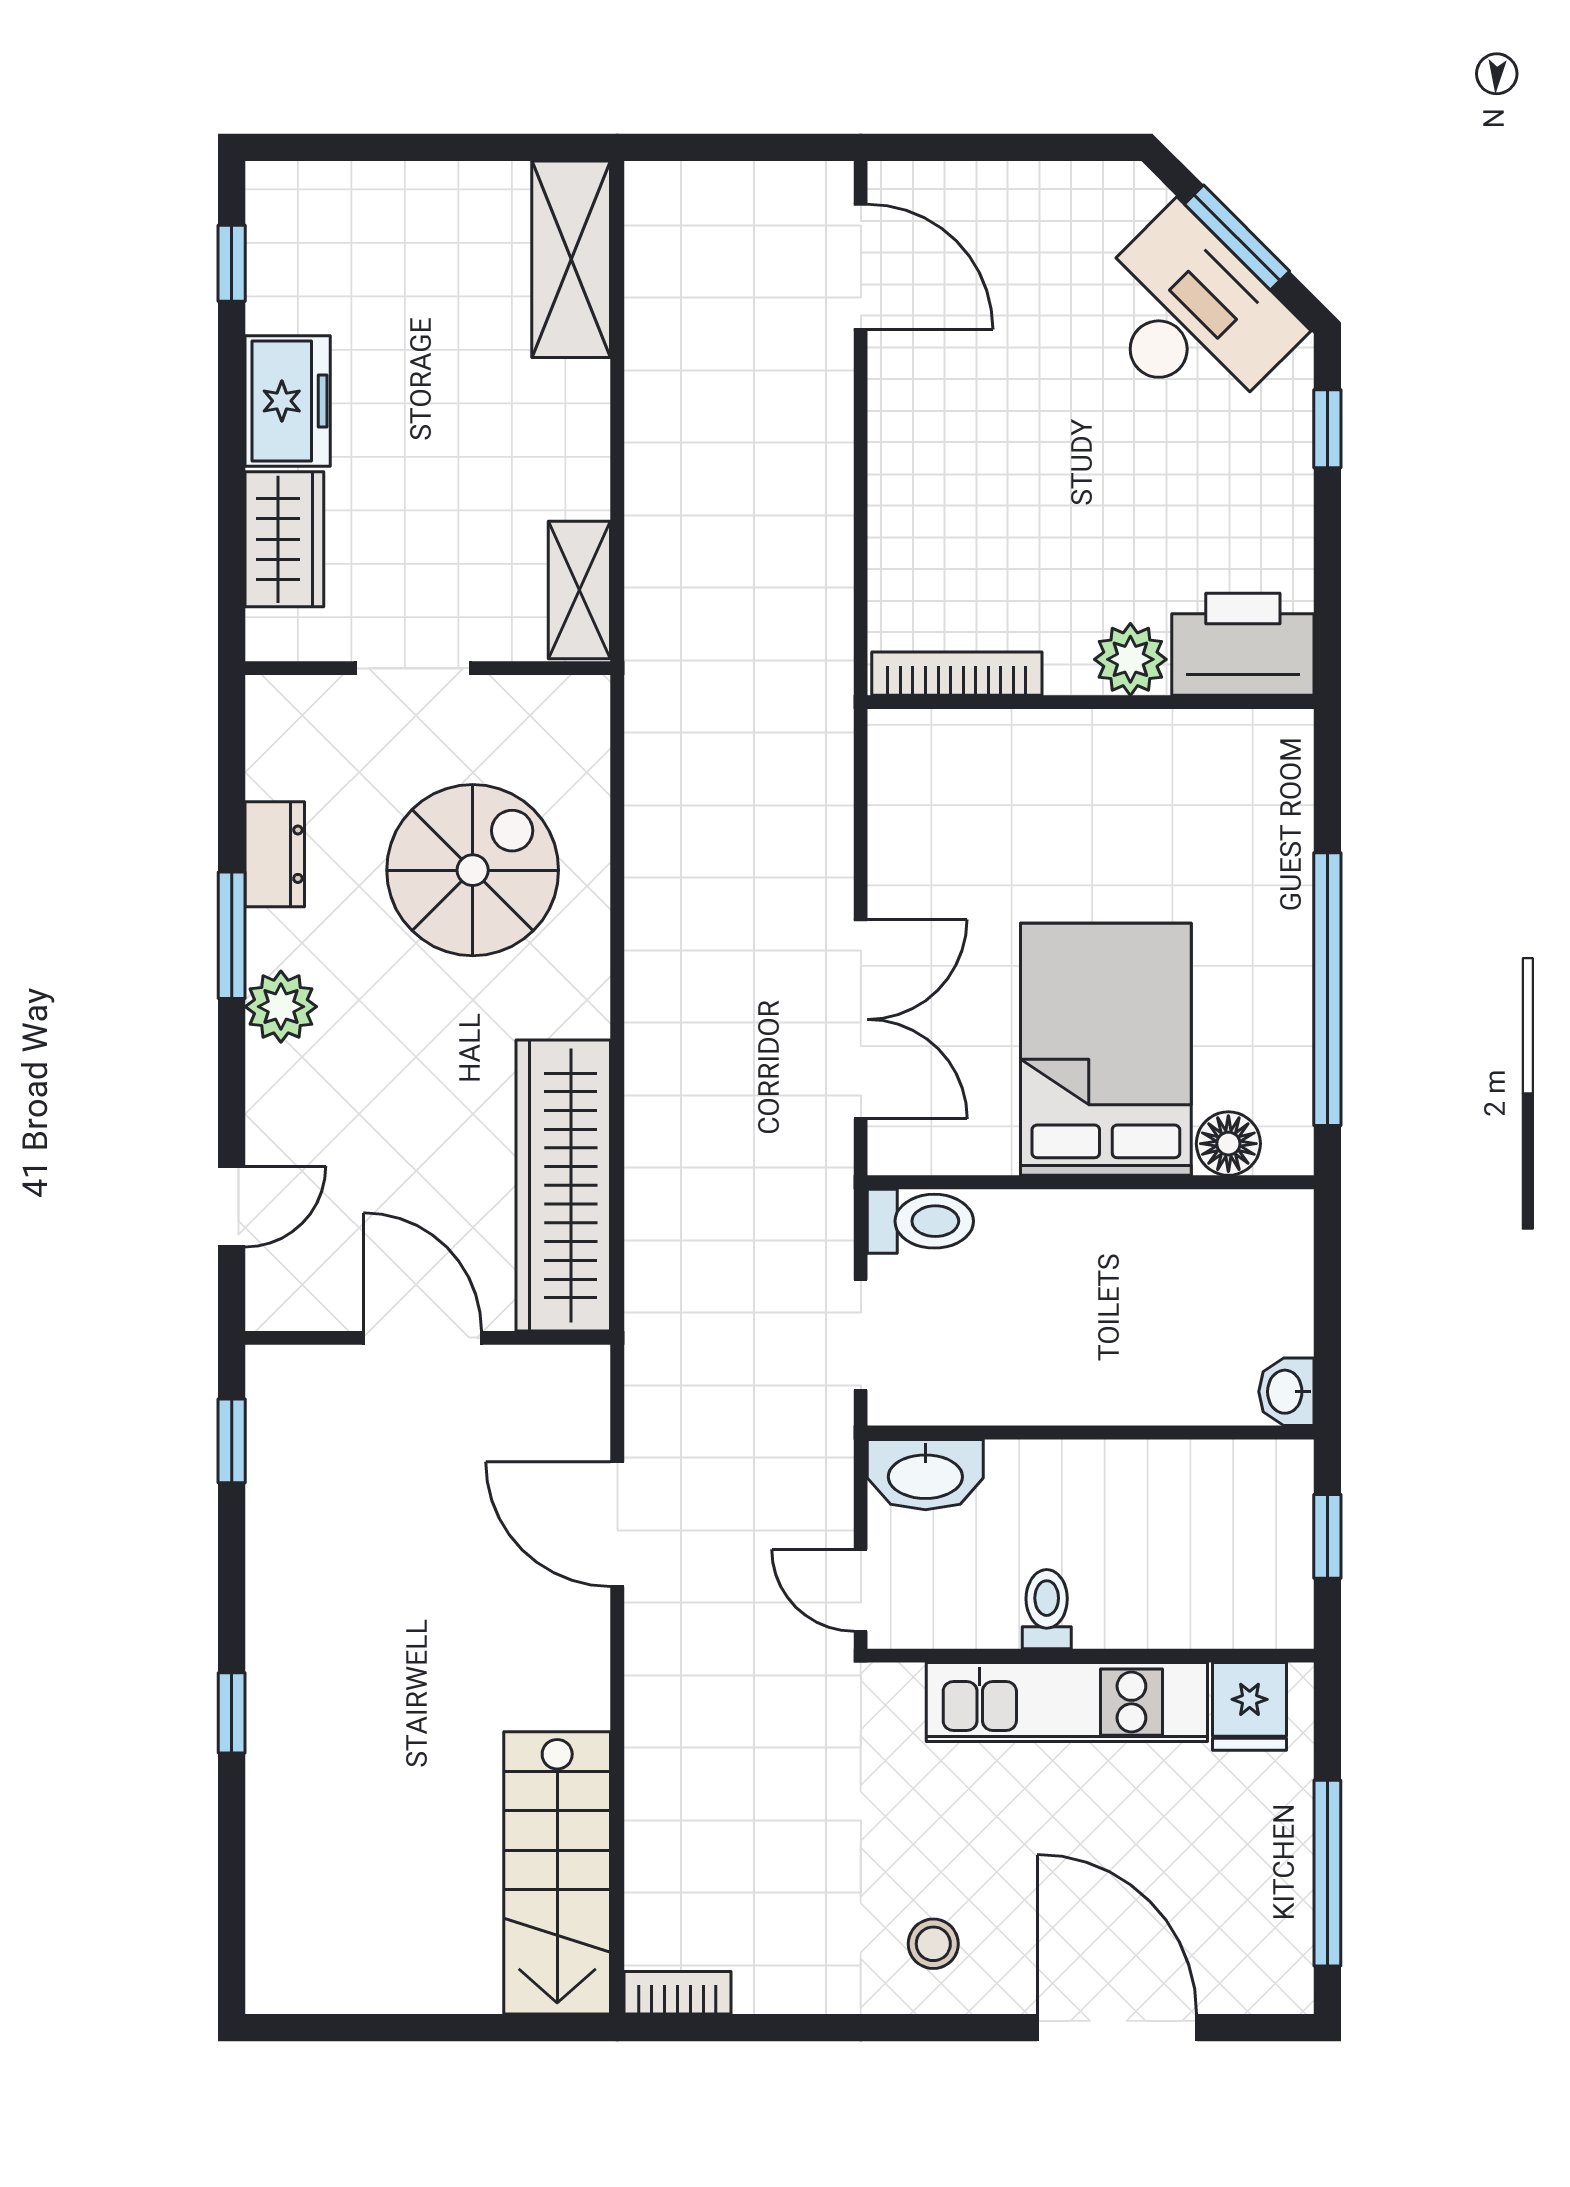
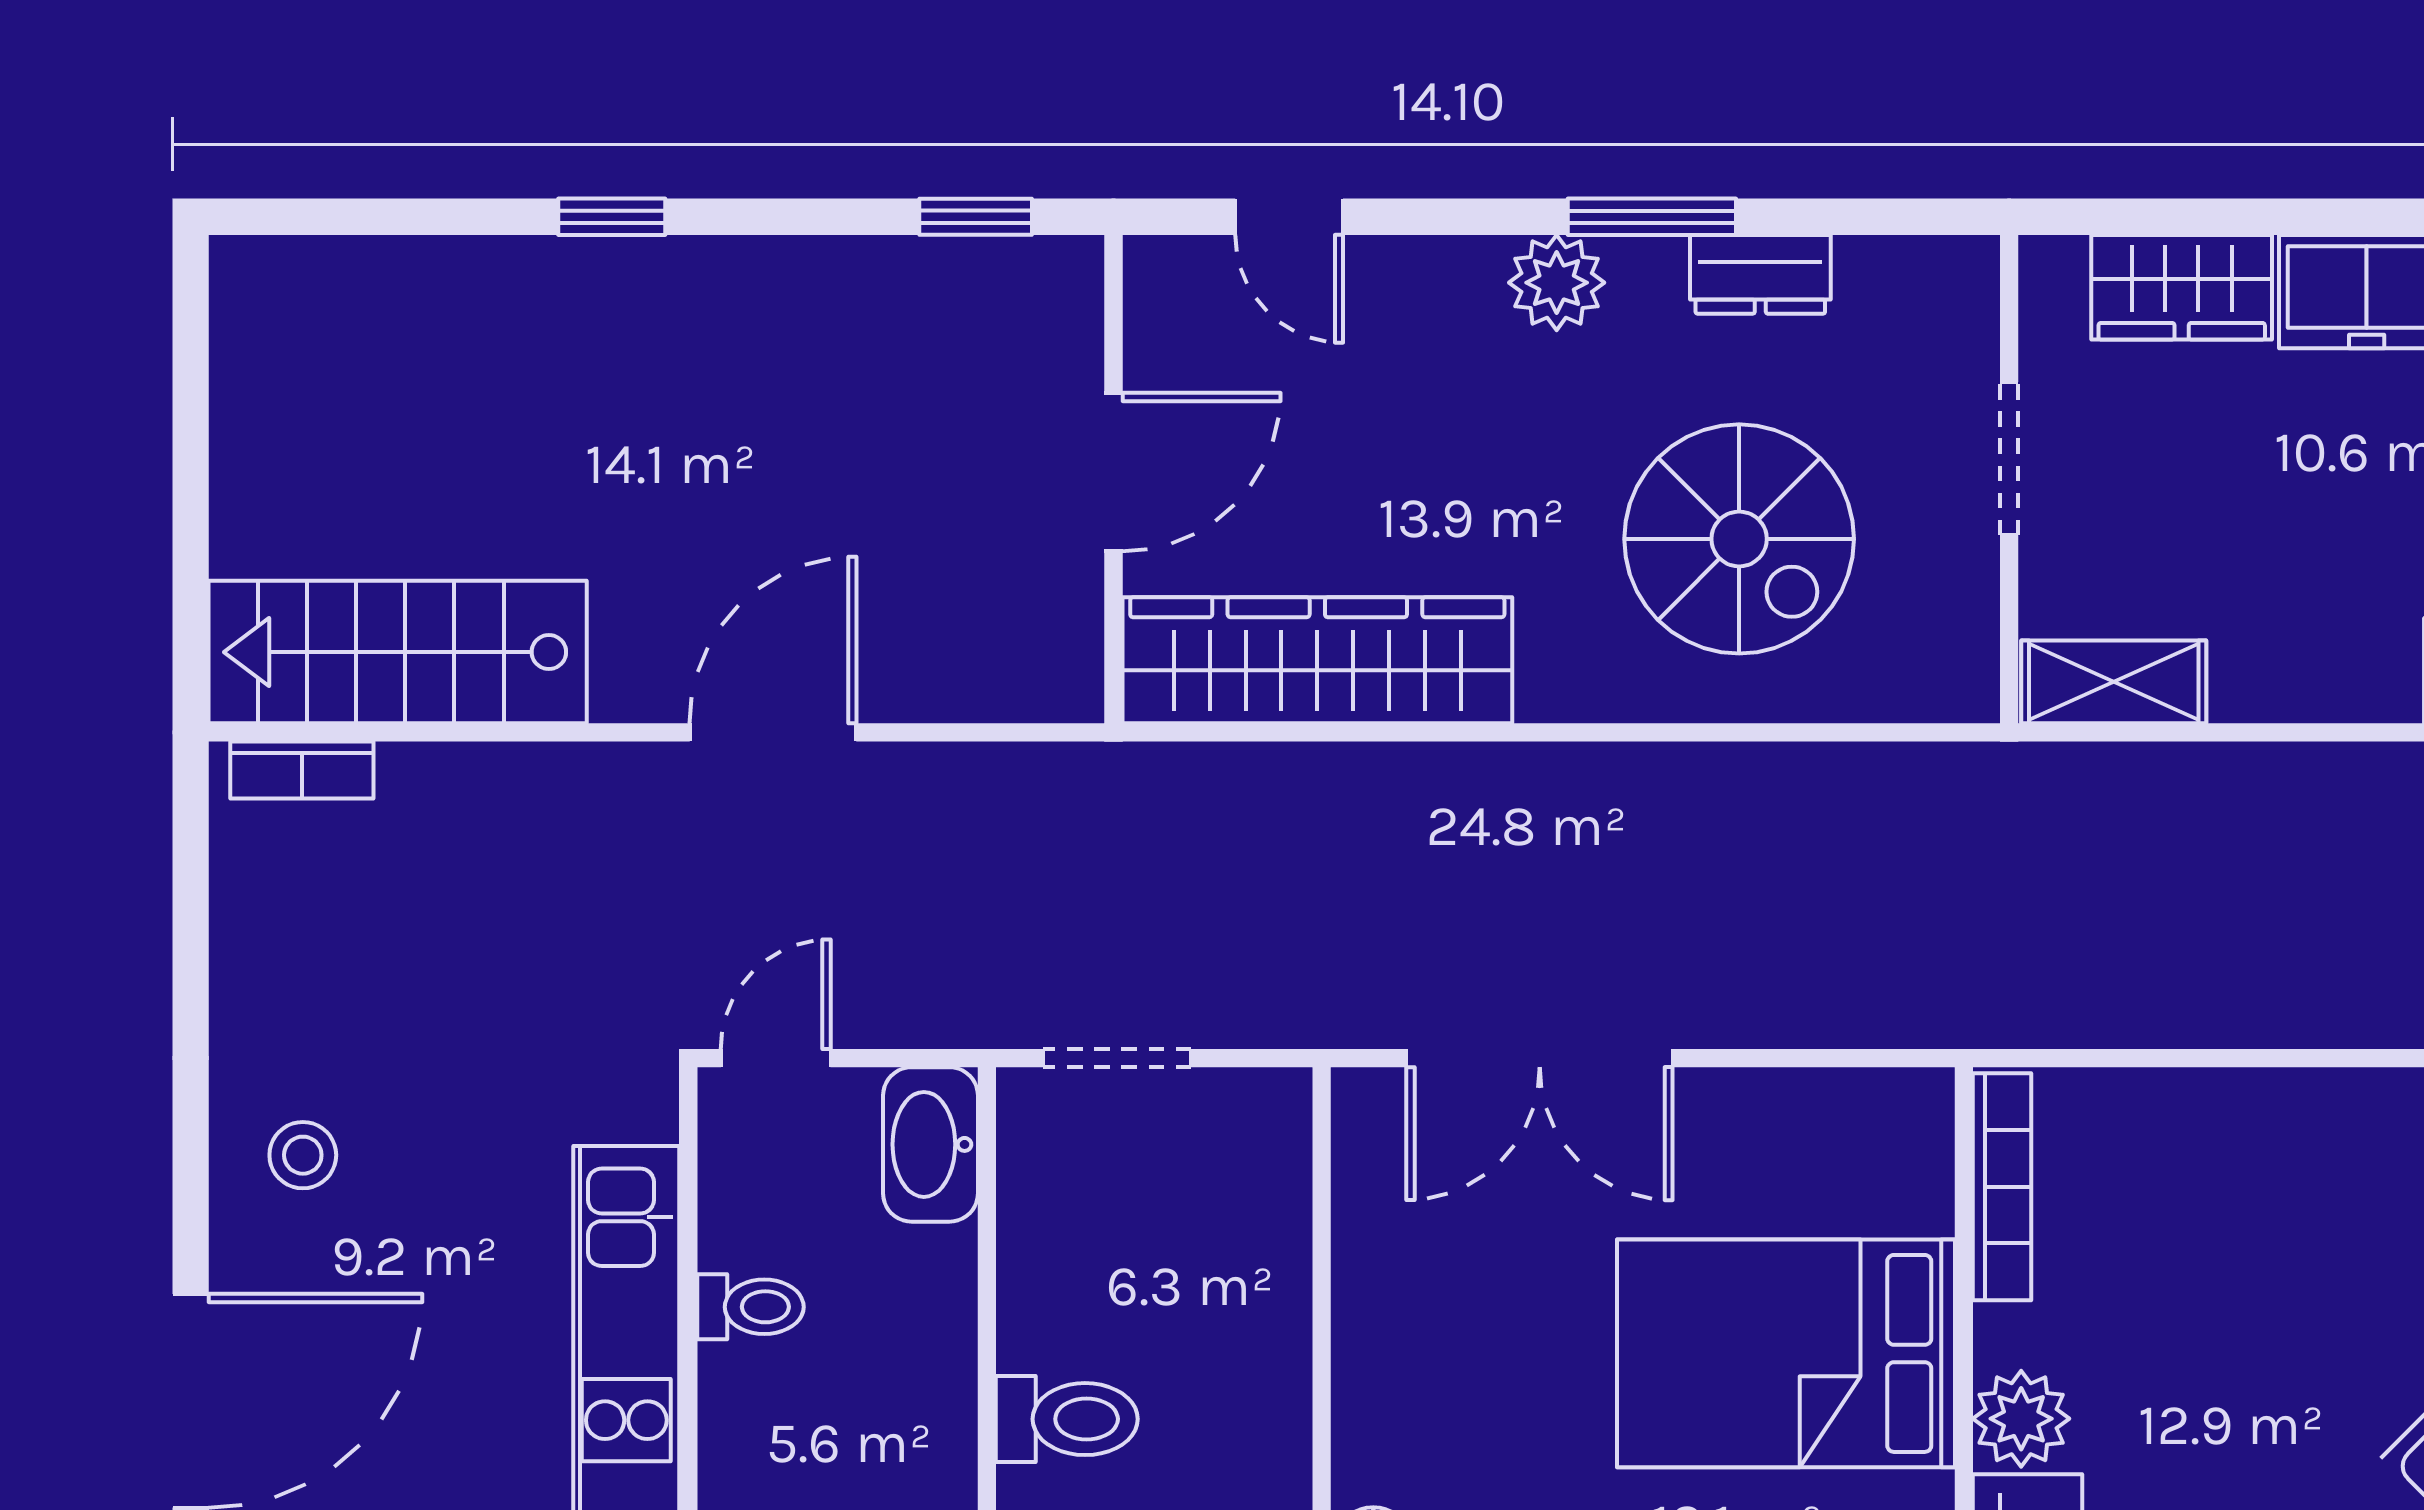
bed: (1106, 1049) -> (1786, 1353), moved, turned 180
toilet: (920, 1221) -> (1067, 1419), moved, turned -90
door: (617, 1524) -> (773, 732), moved
bookcase: (677, 1993) -> (302, 770), moved, turned 90

